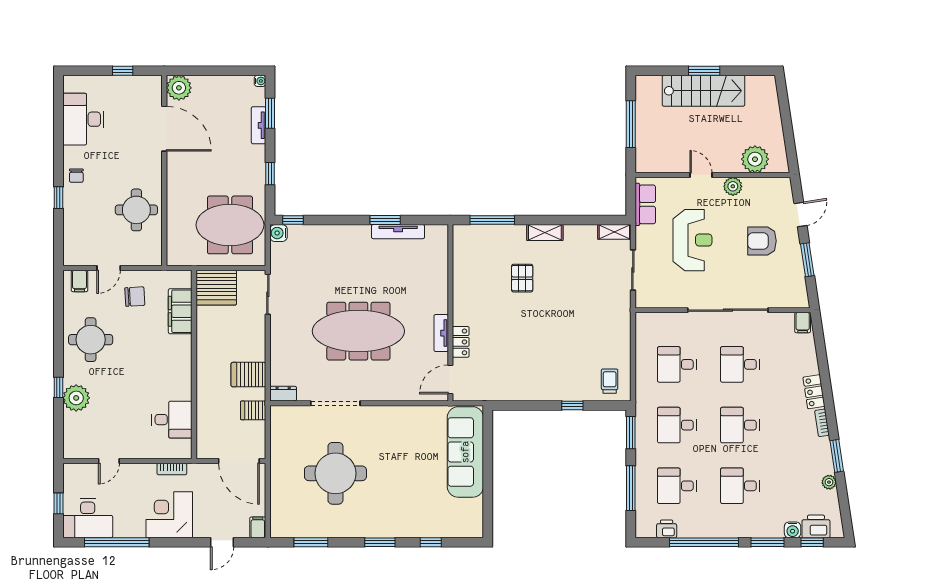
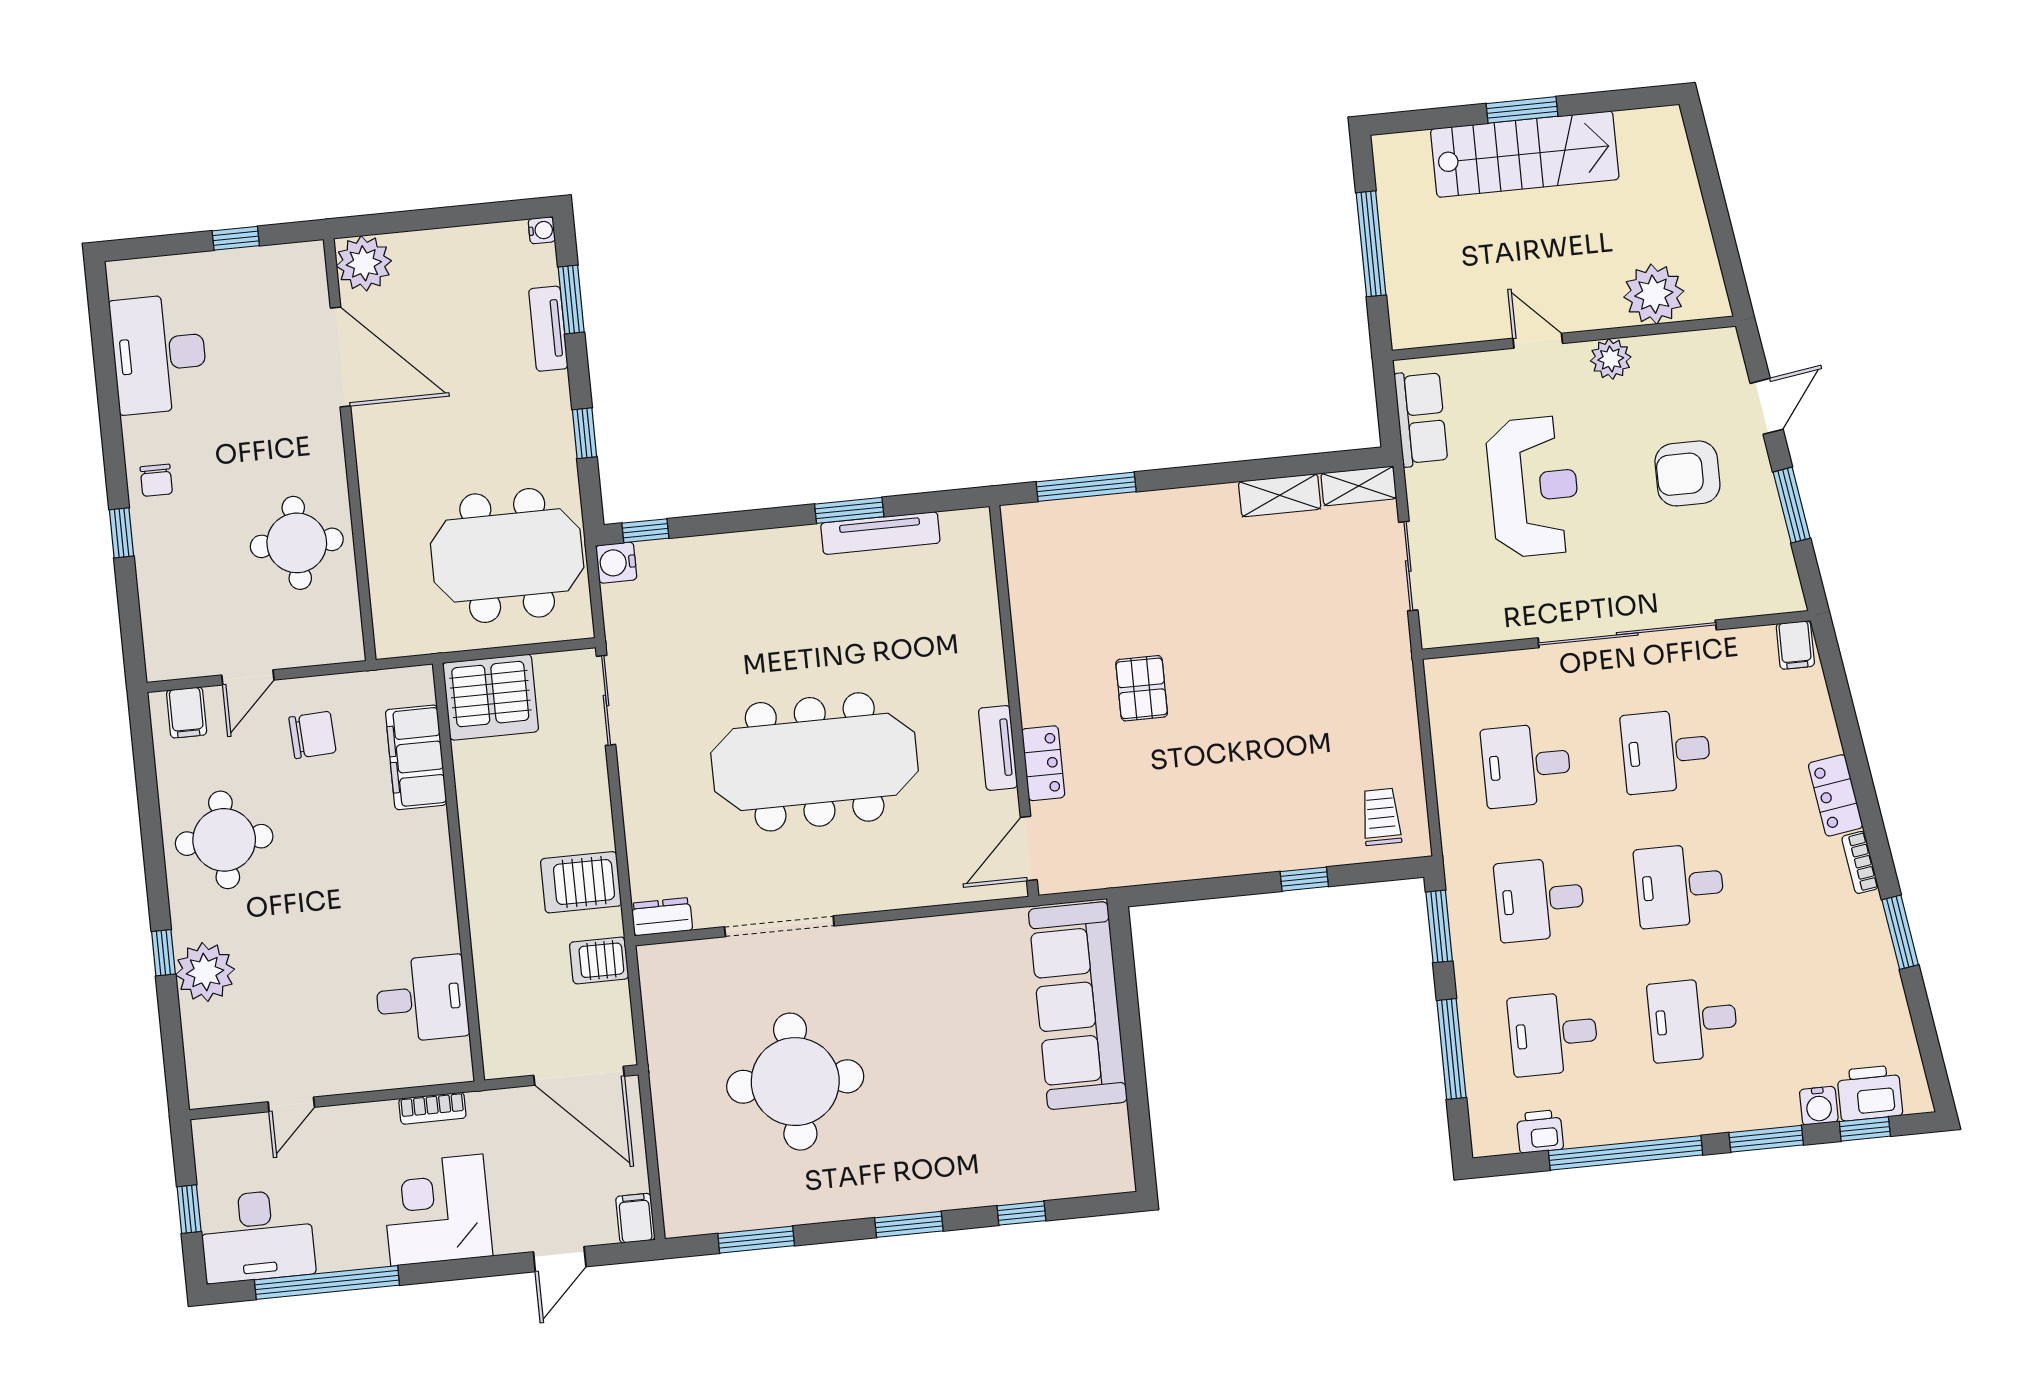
shelving: (545, 233) -> (1280, 495), moved
pallet: (522, 278) -> (1142, 688), moved
plant: (829, 482) -> (1889, 992), removed

